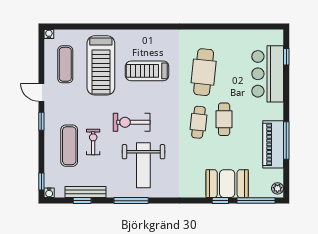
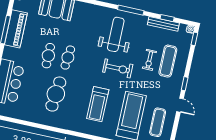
treadmill: (147, 71) -> (98, 104), turned 90

